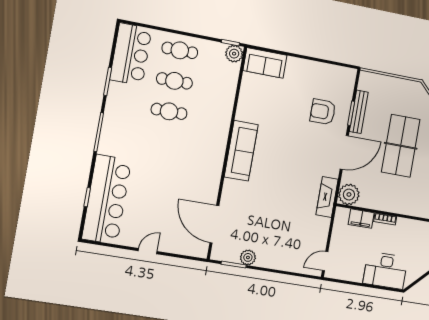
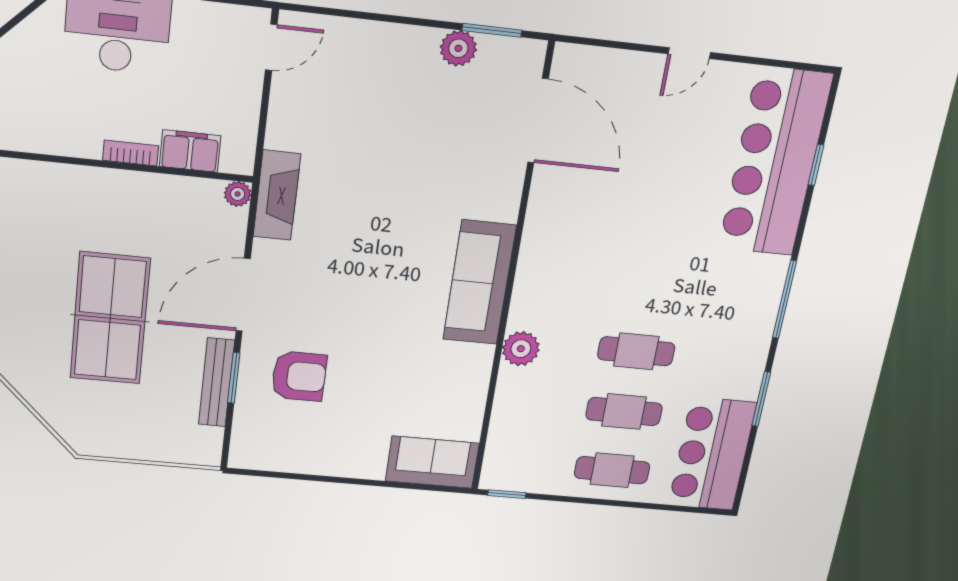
plant: (234, 54) -> (521, 349), moved
plant: (349, 195) -> (238, 194), width x0.53, depth x0.53

